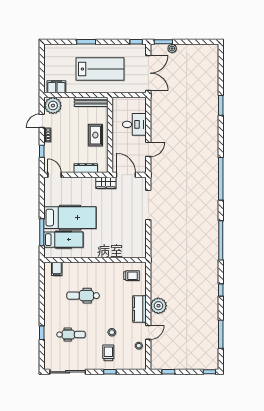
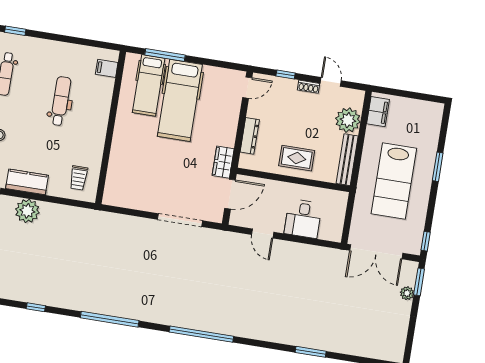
plant: (53, 106) -> (348, 120), moved

